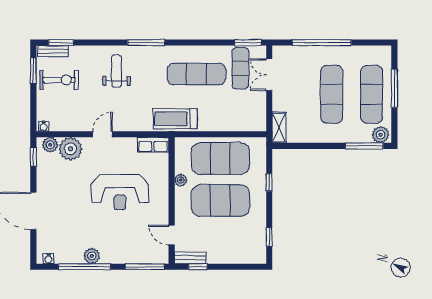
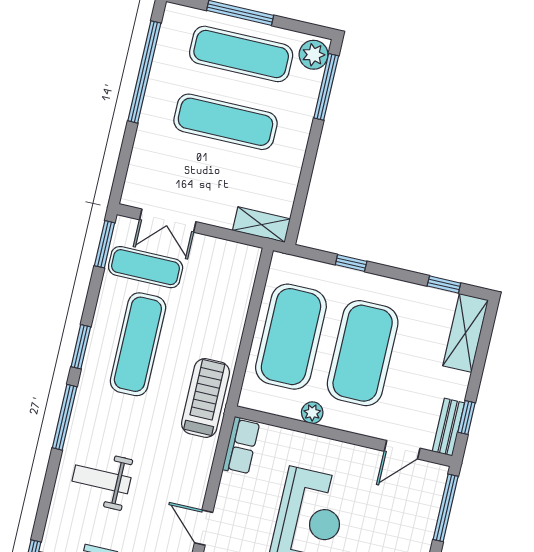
window: (188, 43) -> (81, 347), added
window: (322, 43) -> (144, 72), moved
treadmill: (175, 119) -> (206, 398), turned 180
shelving: (245, 255) -> (466, 333), added

